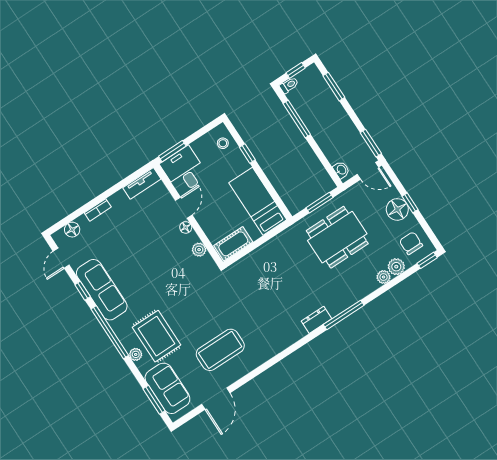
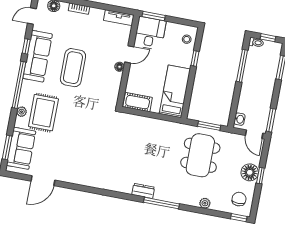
dining table: (337, 237) -> (200, 155), turned 90
plant: (199, 250) -> (115, 87), removed
plant: (396, 267) -> (218, 204), removed
coffee table: (220, 350) -> (73, 68), moved, turned 90

